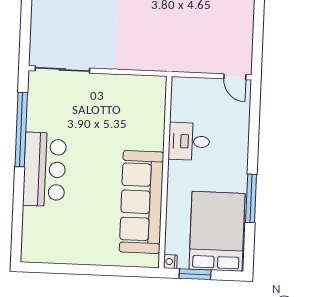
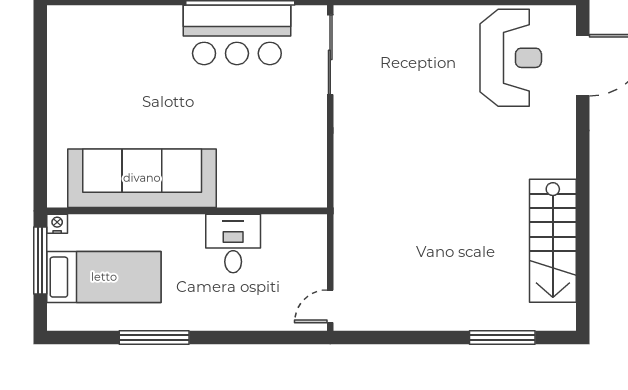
bar counter: (45, 169) -> (237, 35), moved
bed: (217, 231) -> (104, 277), width x0.67
window: (195, 274) -> (40, 260), width x1.44

